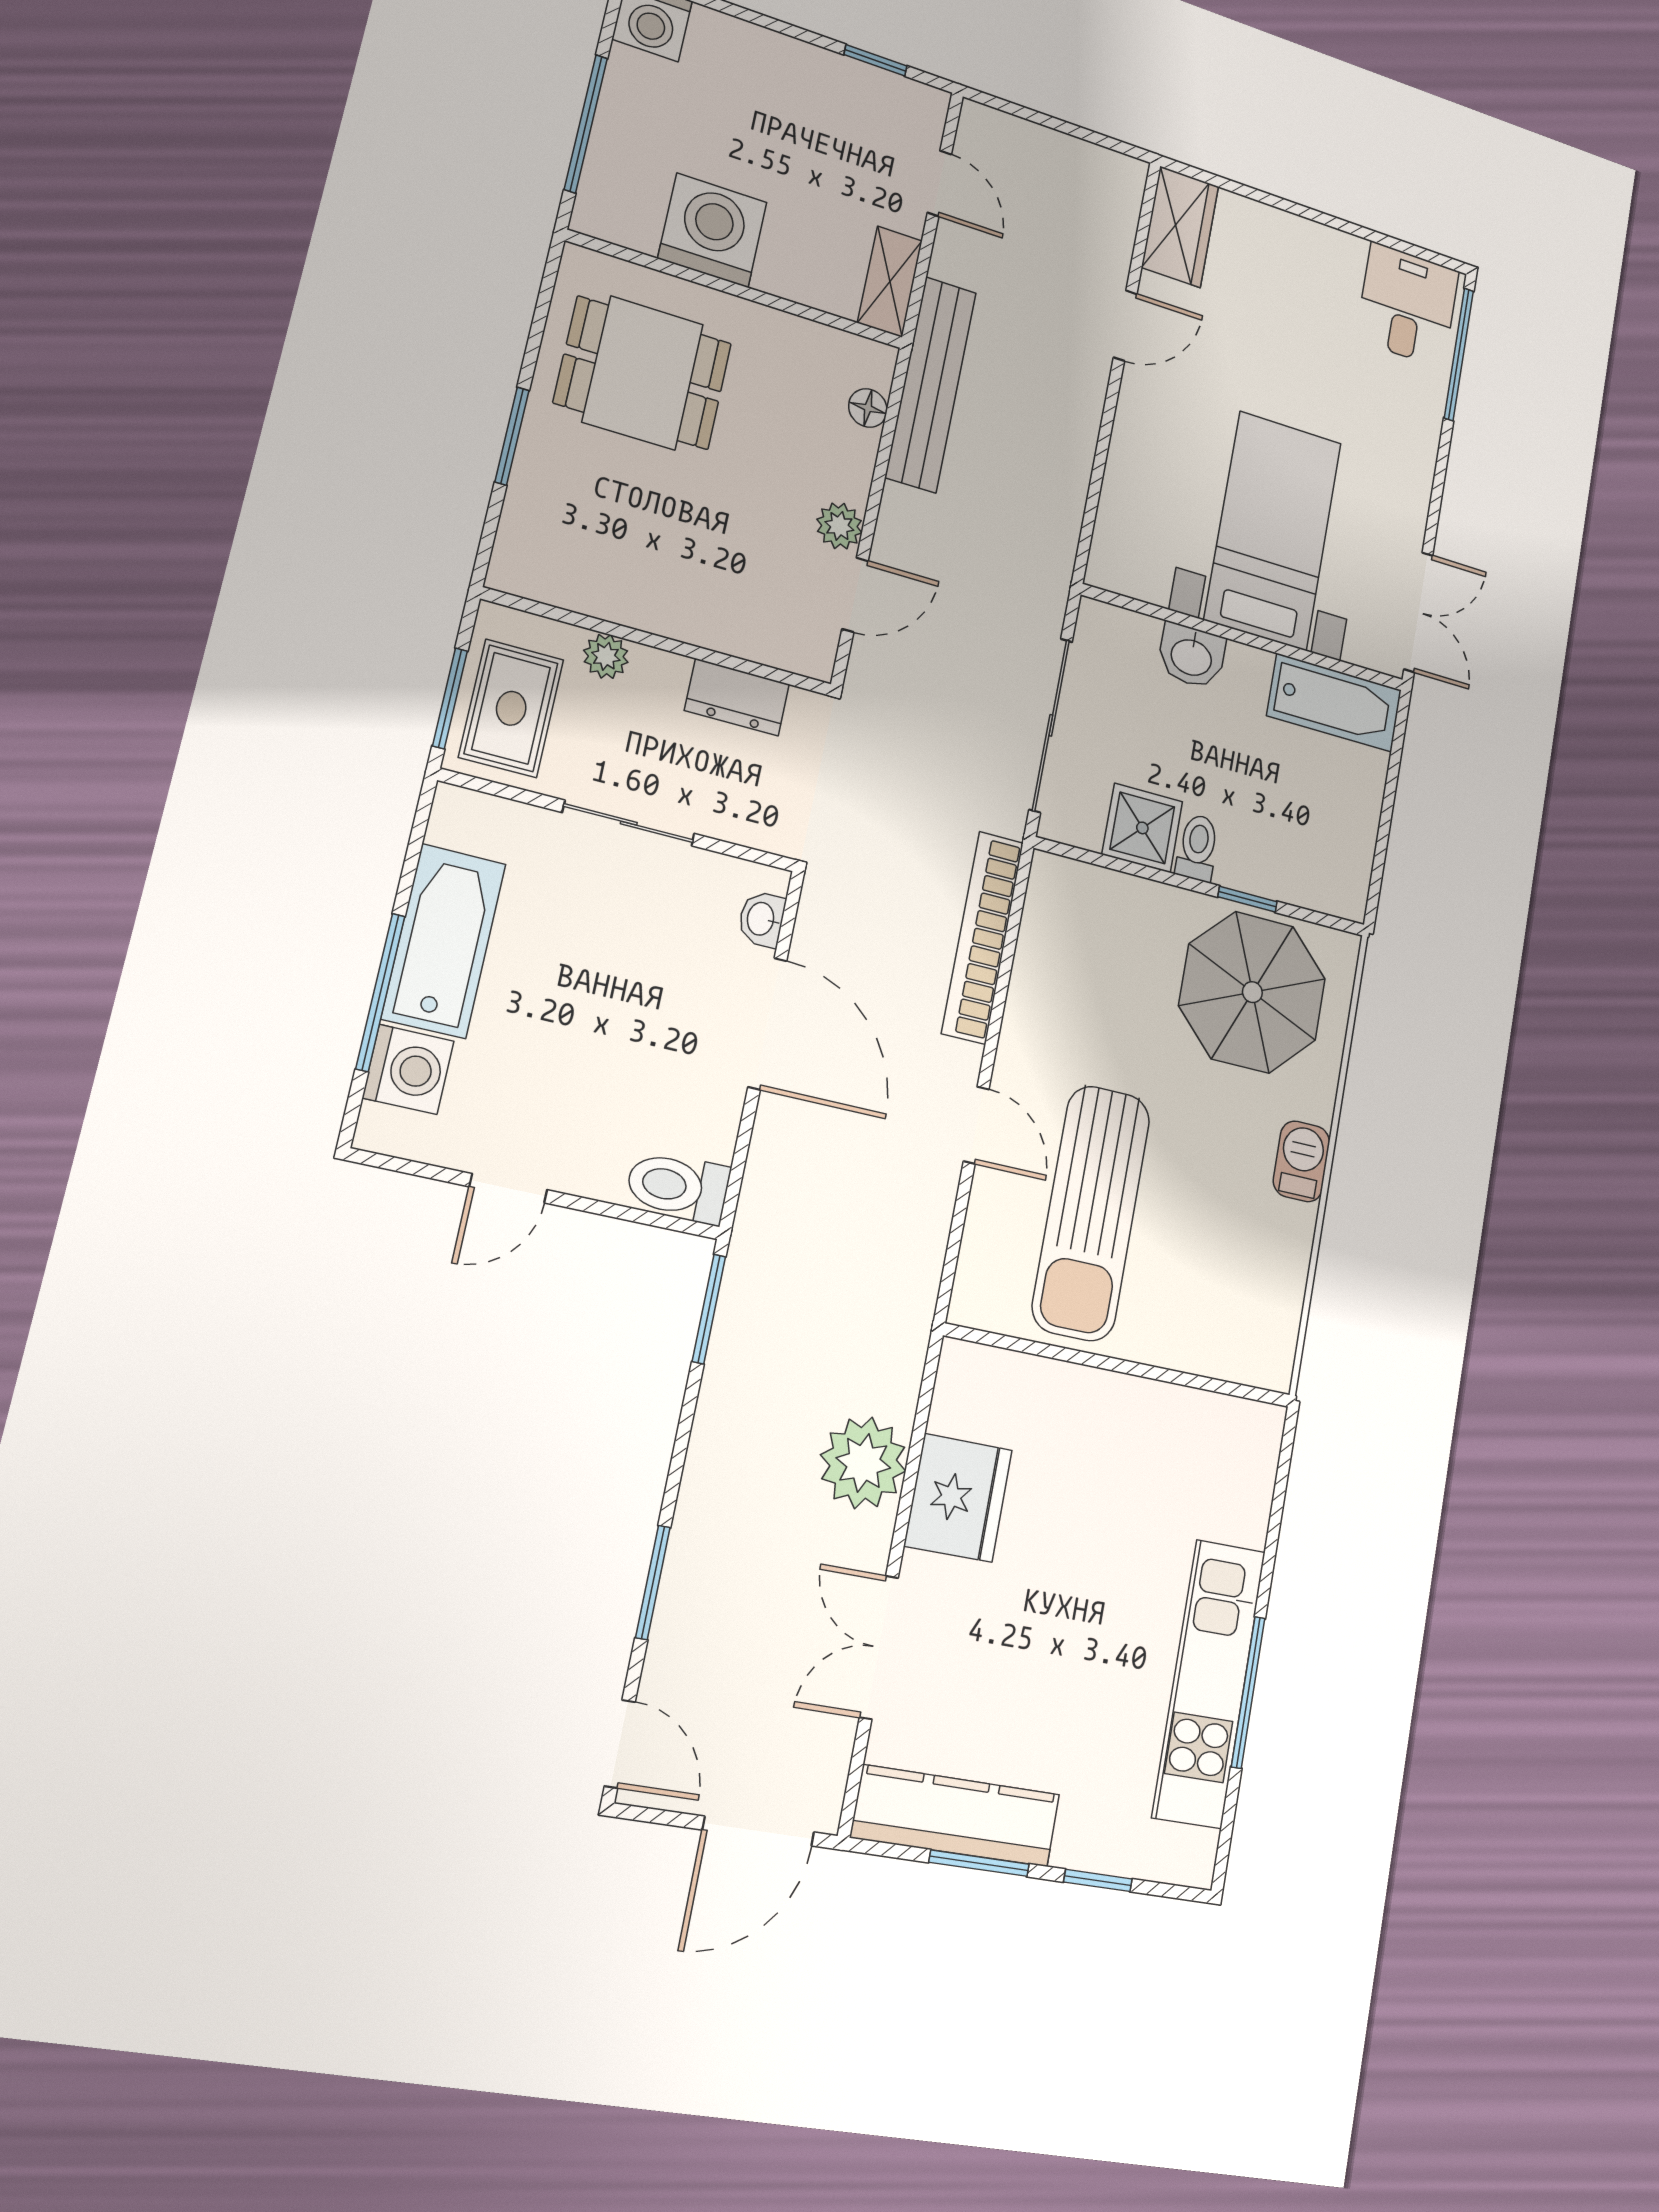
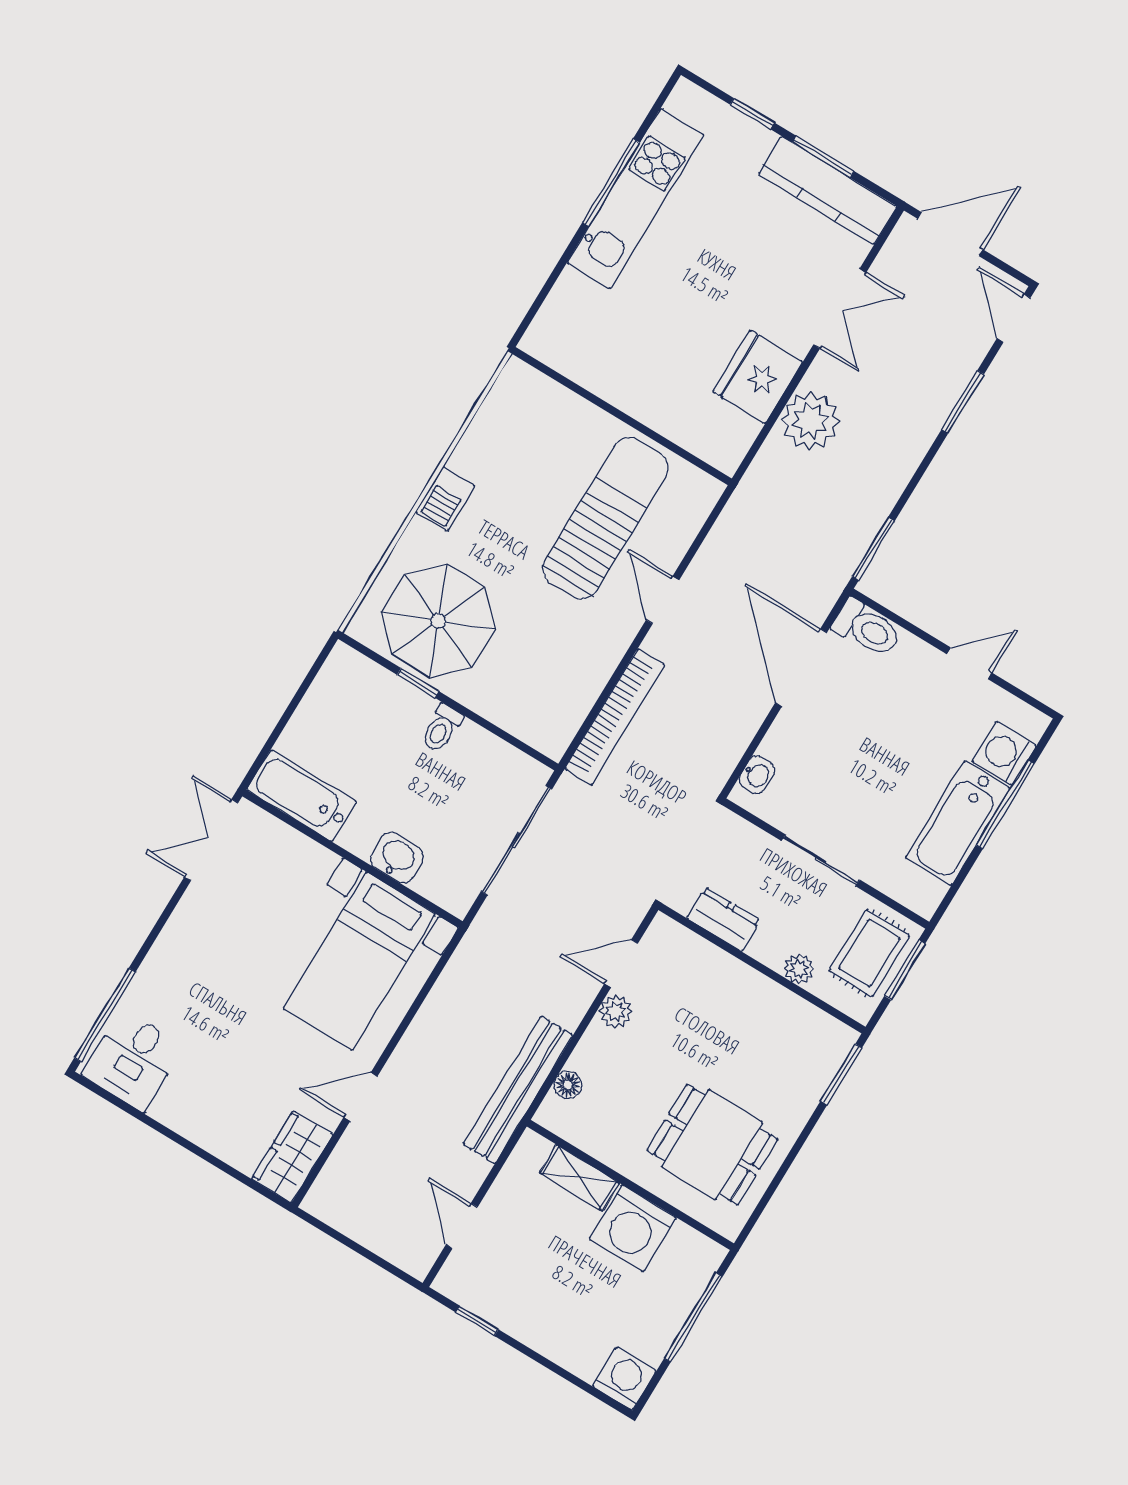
shelving: (890, 282) -> (580, 1178), moved, turned 90
window: (512, 436) -> (841, 1074), moved
bed with nightstands: (1273, 531) -> (359, 961), moved
shower: (1142, 828) -> (476, 753), removed
door: (767, 1024) -> (801, 668), moved

